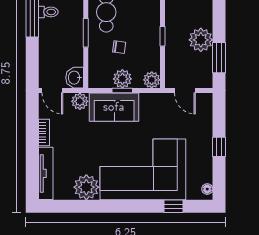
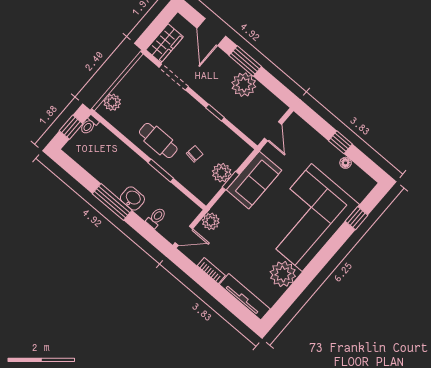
toilet: (48, 12) -> (156, 218), moved
window: (219, 58) -> (245, 61), moved
washbasin: (75, 78) -> (132, 199), moved, turned 180
plant: (152, 80) -> (242, 150), removed
door: (185, 91) -> (273, 131), hinge flipped
sofa: (114, 107) -> (254, 180), moved
floor lamp: (207, 189) -> (346, 163), moved

